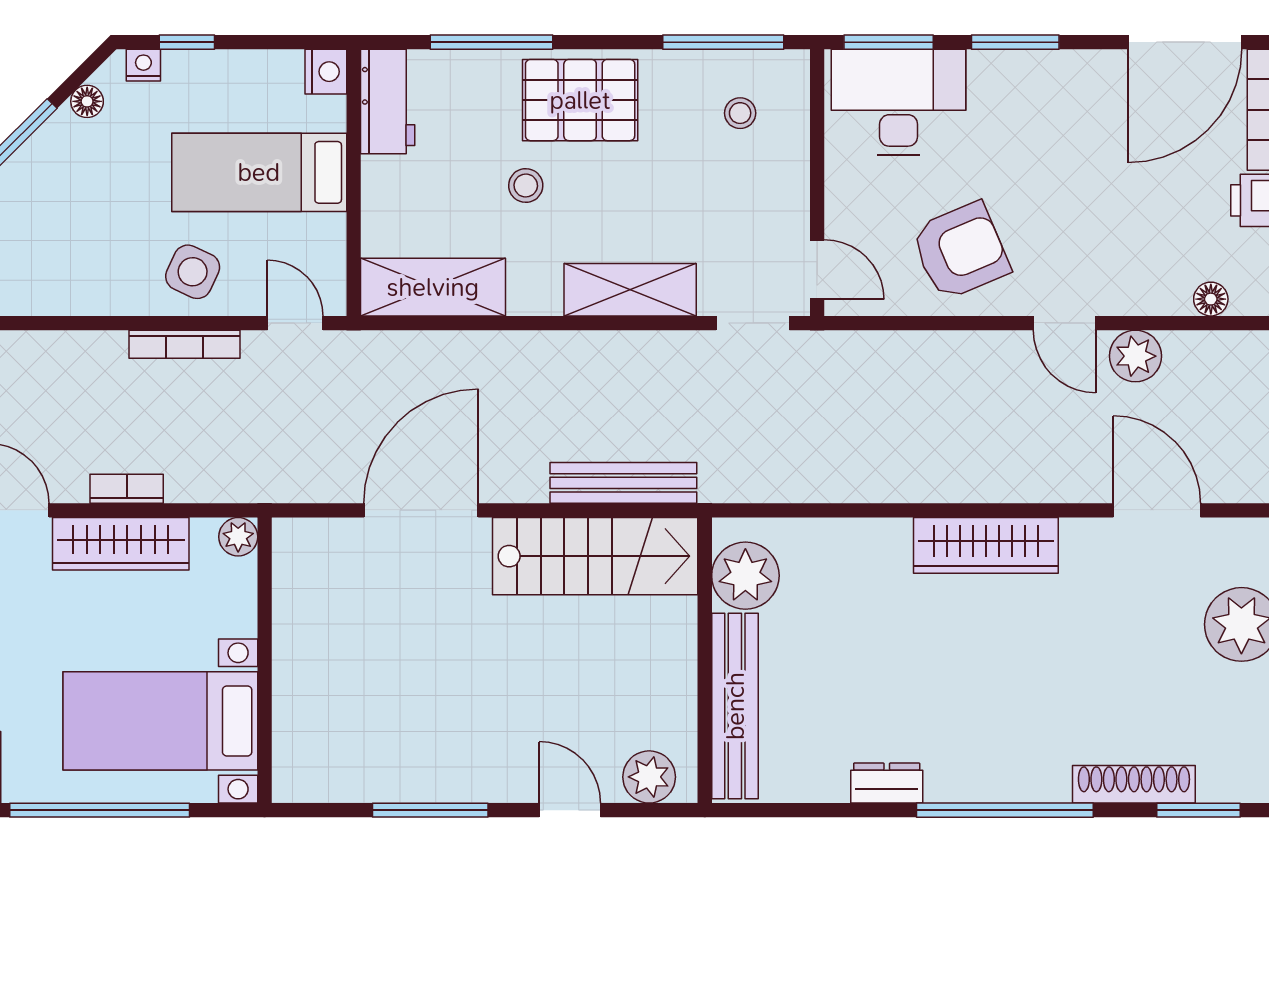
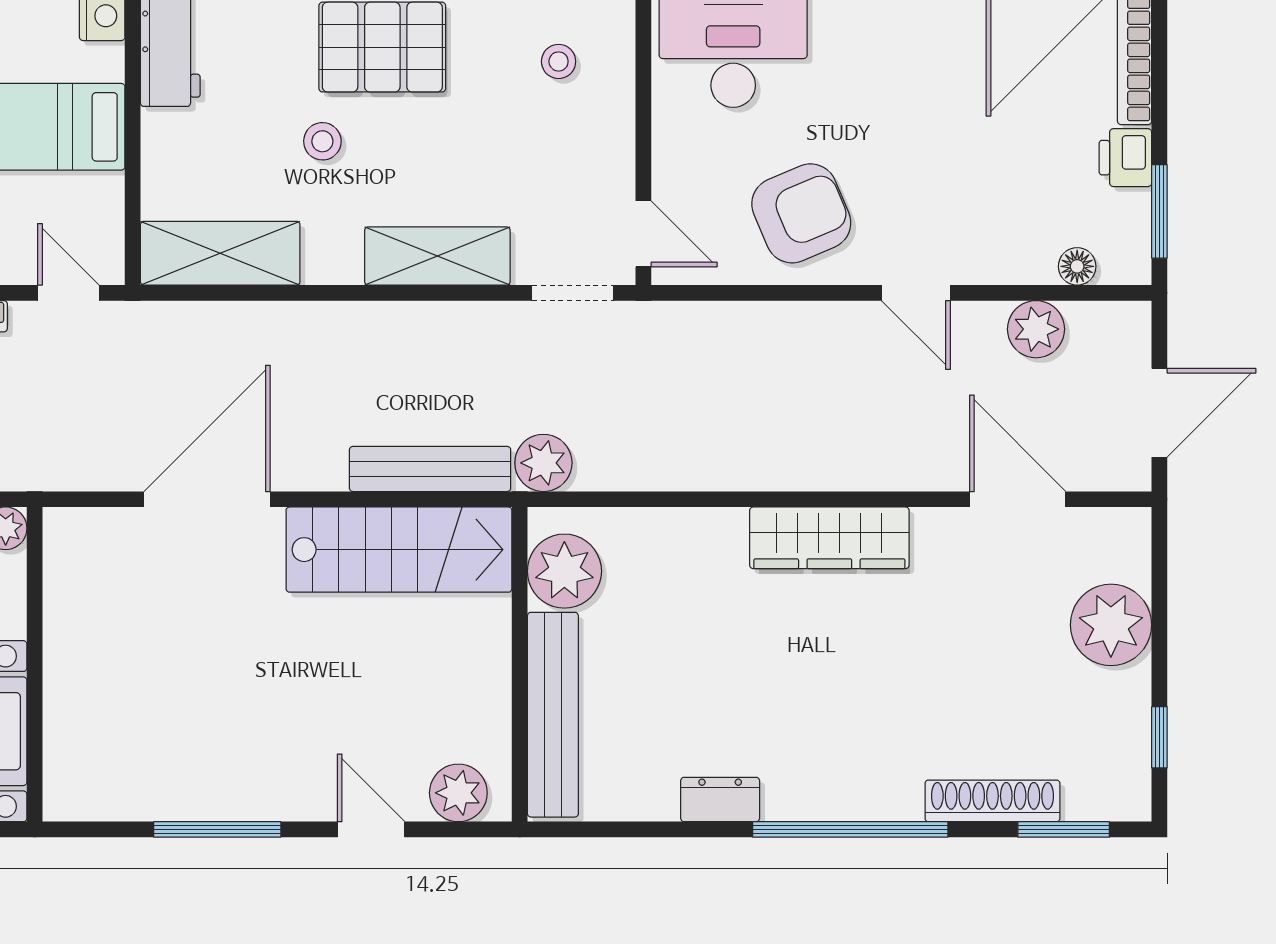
plant: (1135, 356) -> (1036, 329), moved
plant: (726, 477) -> (543, 463), added

